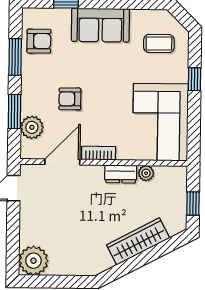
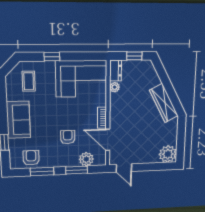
armchair: (70, 99) -> (68, 137), turned 180
dresser: (121, 174) -> (116, 71), moved
wardrobe: (138, 242) -> (164, 103), moved

